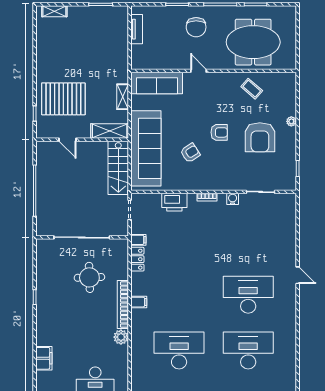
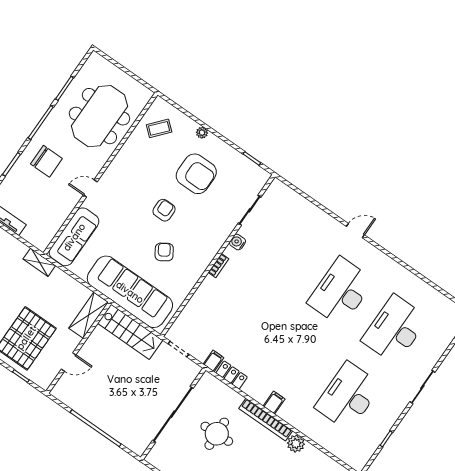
coffee table: (252, 89) -> (159, 128), moved
shelving: (123, 97) -> (39, 262), moved
printer: (174, 202) -> (201, 301), removed

